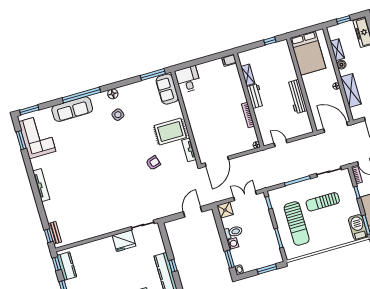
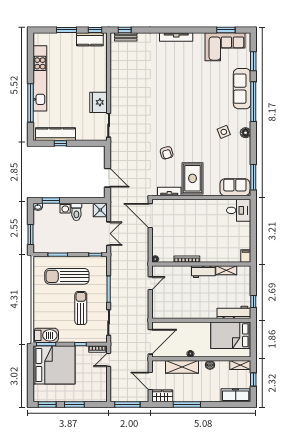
shelving: (337, 50) -> (240, 365), moved
workbench: (297, 97) -> (234, 312), moved
window: (29, 110) -> (253, 61), moved

